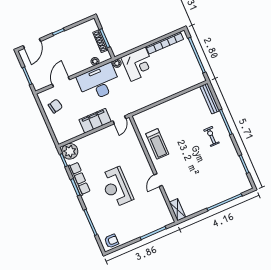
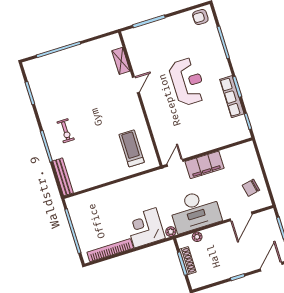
treadmill: (157, 144) -> (132, 148), moved
plant: (70, 151) -> (239, 131), removed
shelving: (177, 210) -> (121, 61), moved

